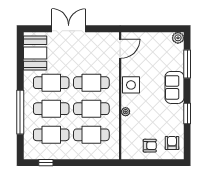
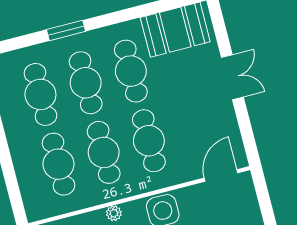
double door: (69, 29) -> (232, 77), width x0.73
door: (120, 49) -> (221, 175), swing flipped
window: (20, 112) -> (66, 30), width x0.47

